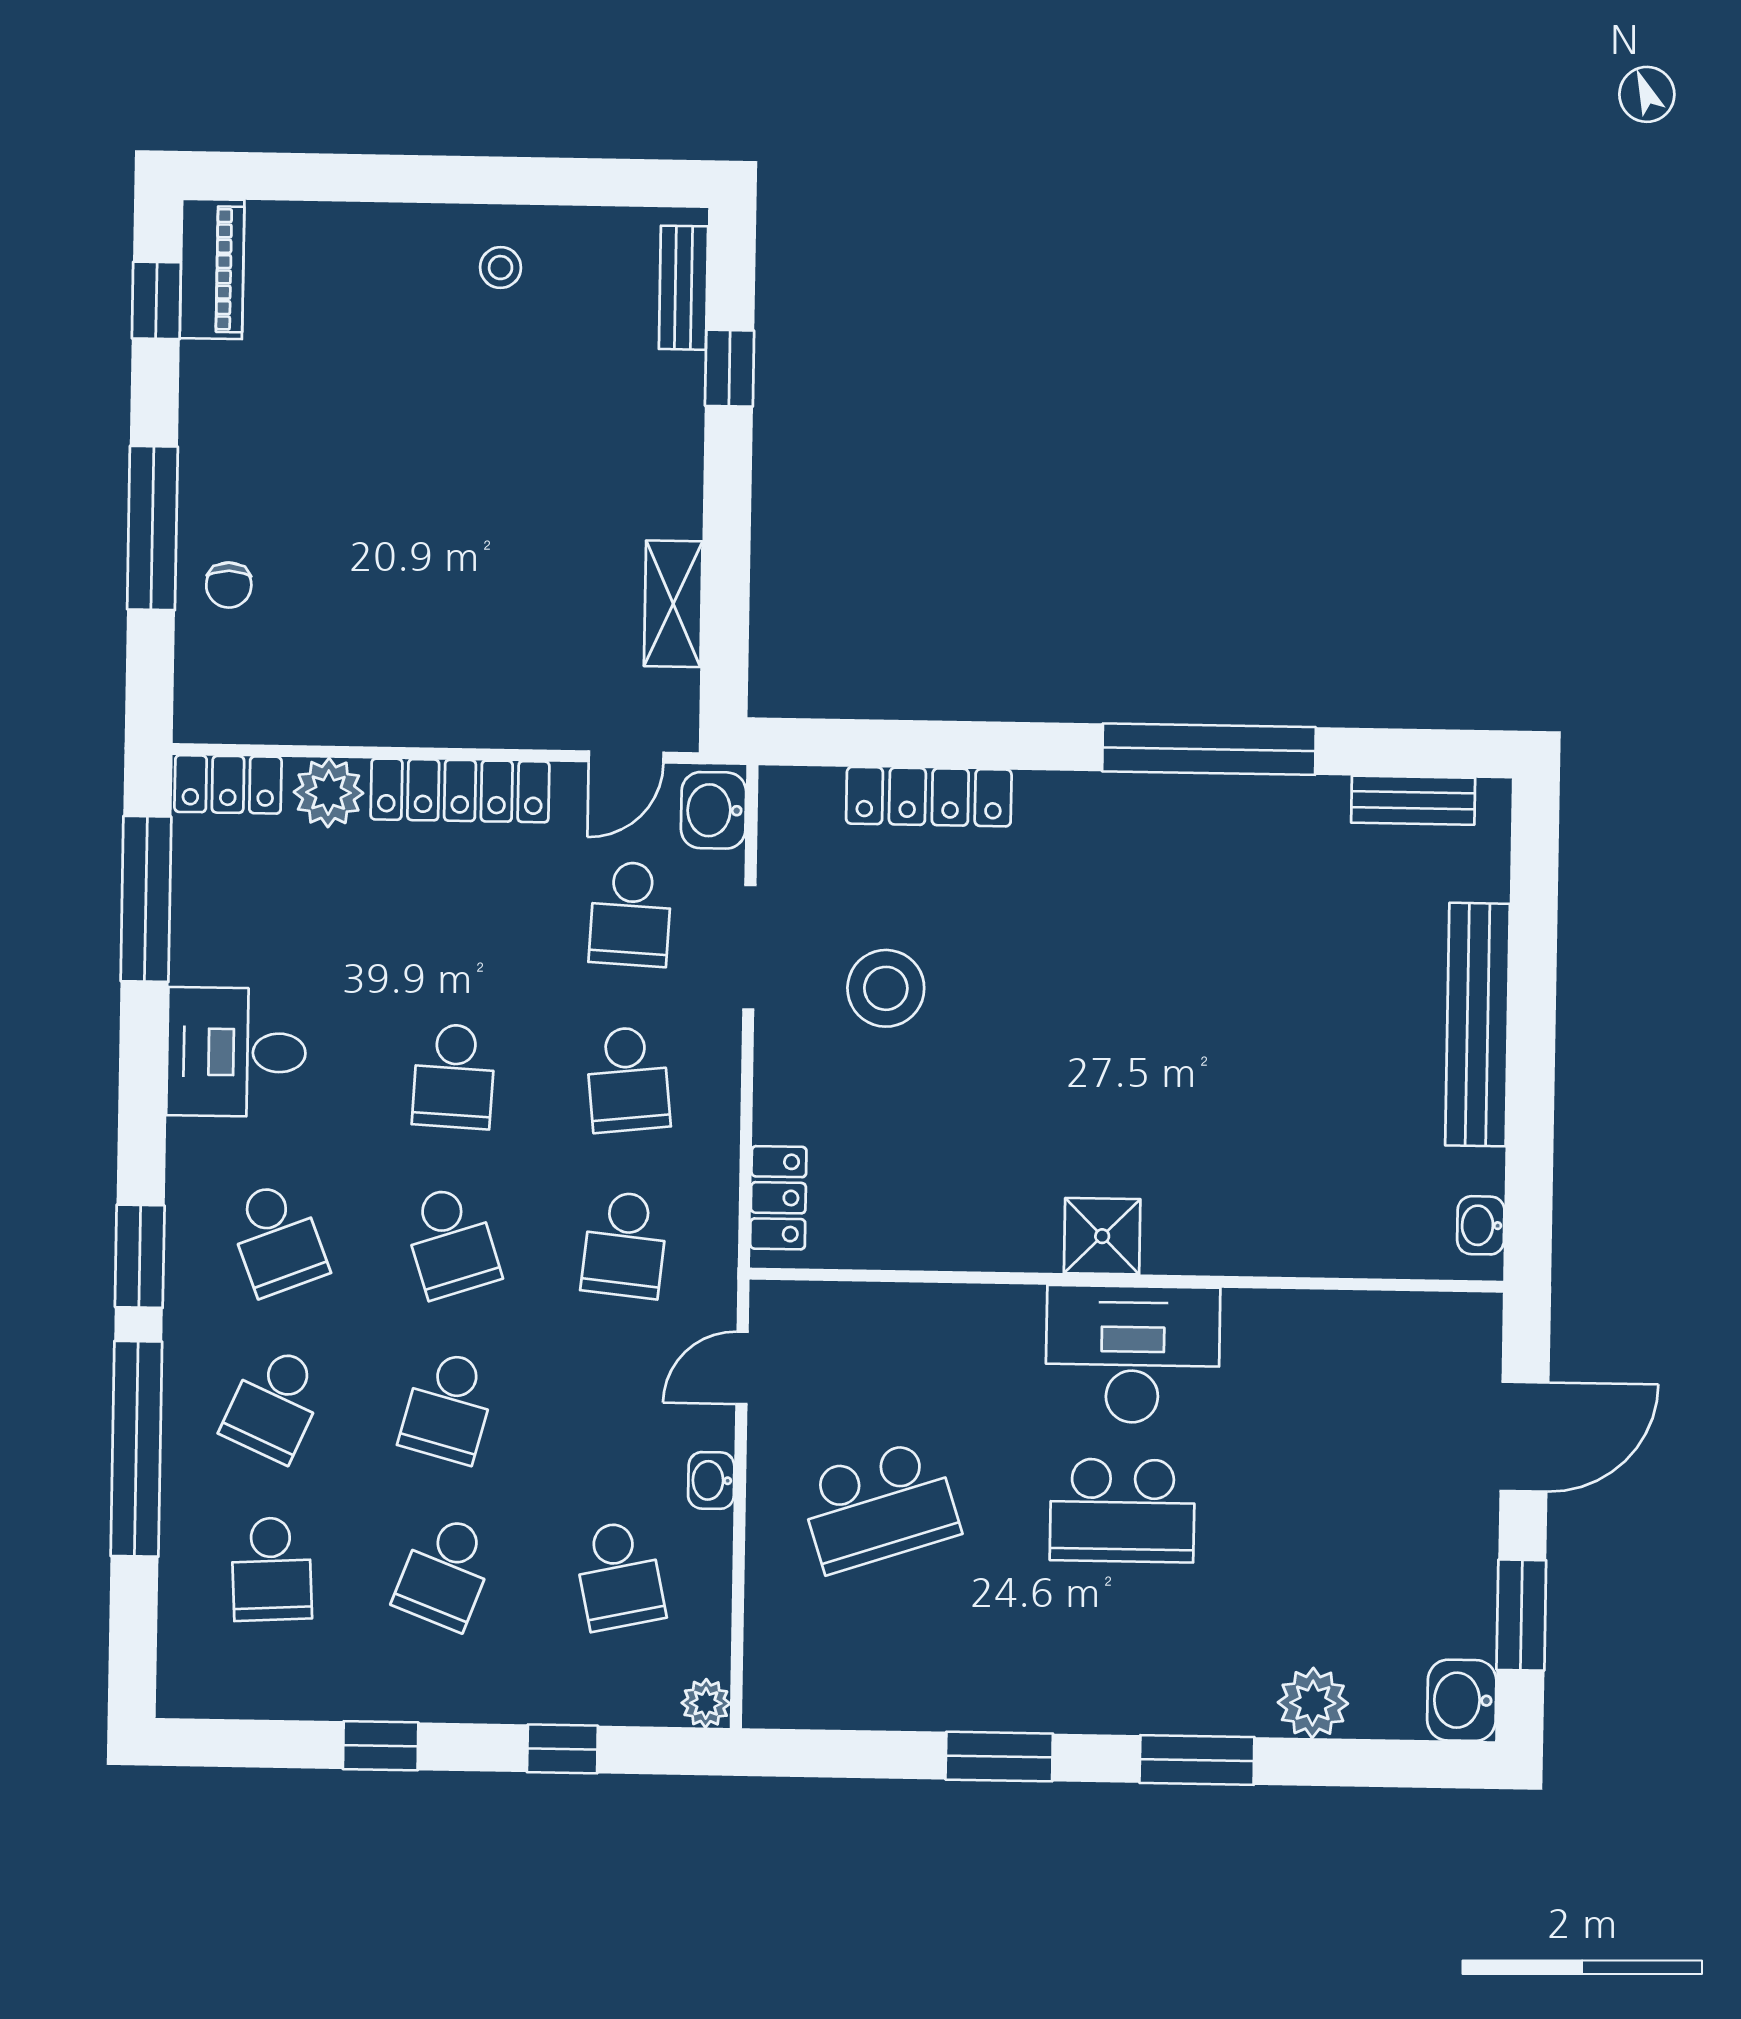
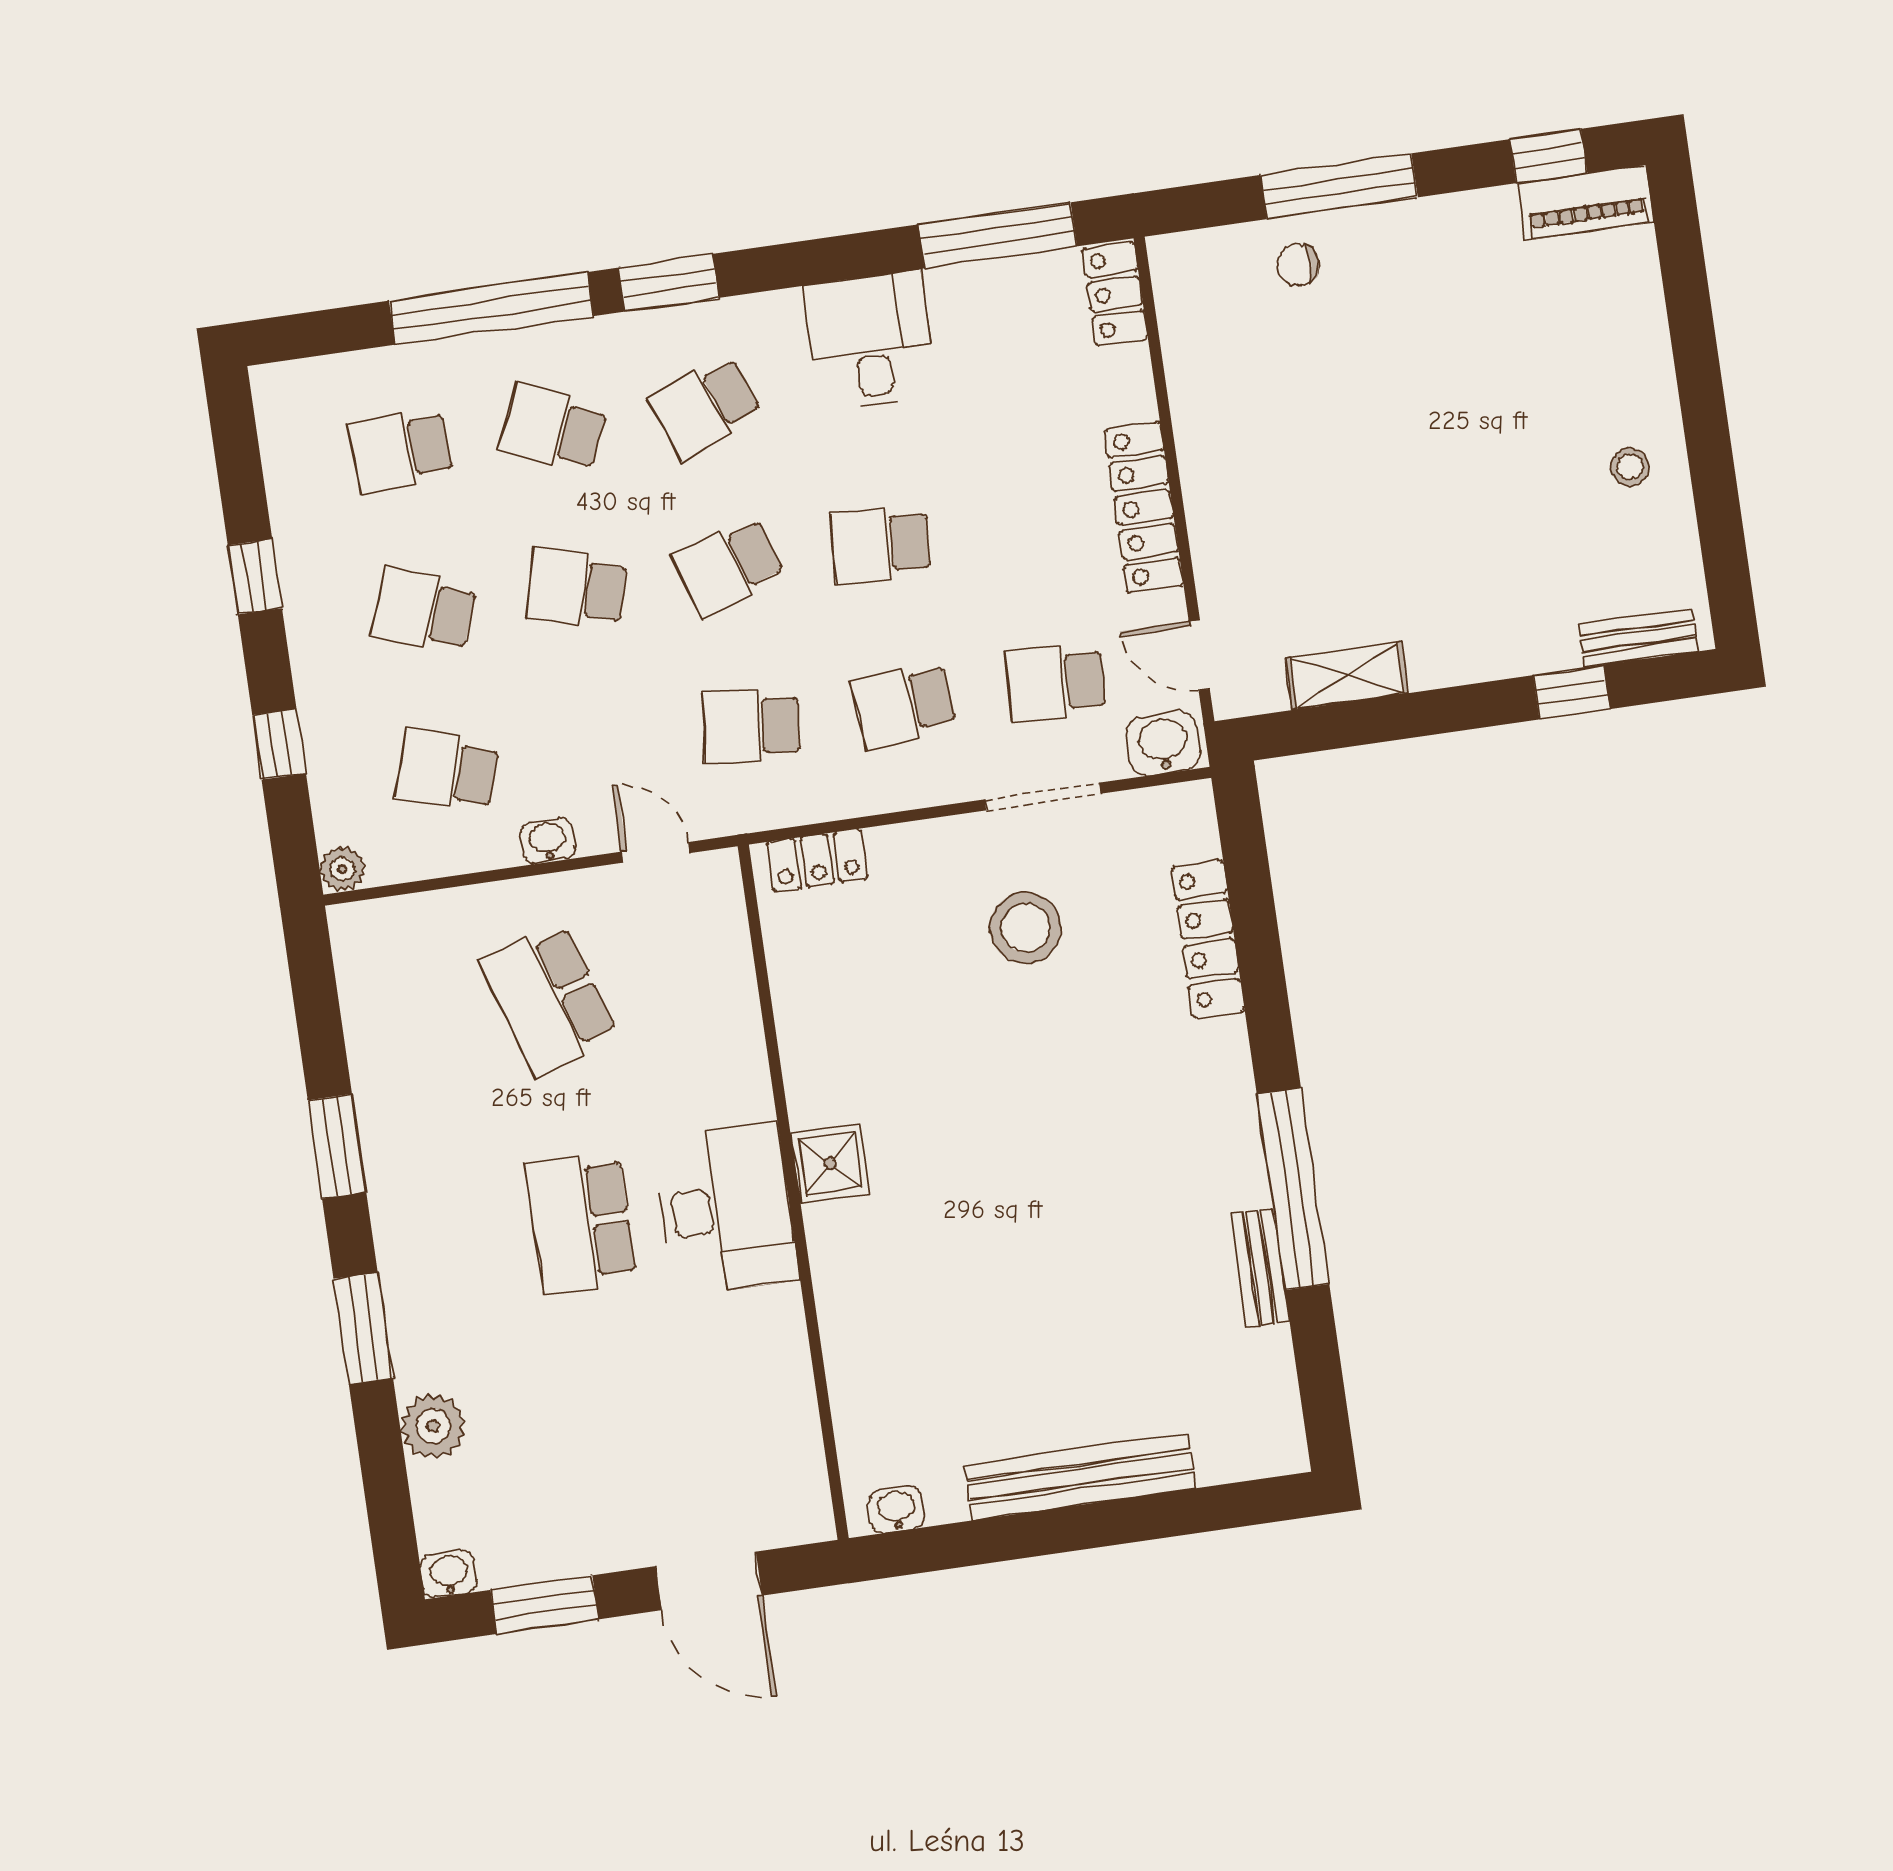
plant: (328, 793) -> (1122, 387), removed
bench: (1413, 800) -> (1260, 1268), moved
school desk: (619, 1575) -> (447, 770), turned 30
washbasin: (1462, 1700) -> (449, 1574), width x0.72, depth x0.69

